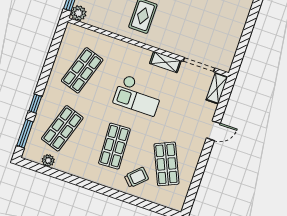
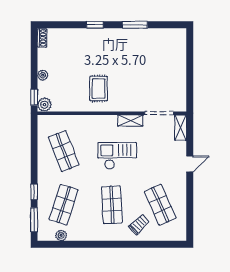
shop shelf: (82, 70) -> (64, 151), turned -39
checkout: (138, 95) -> (117, 156), turned 180

